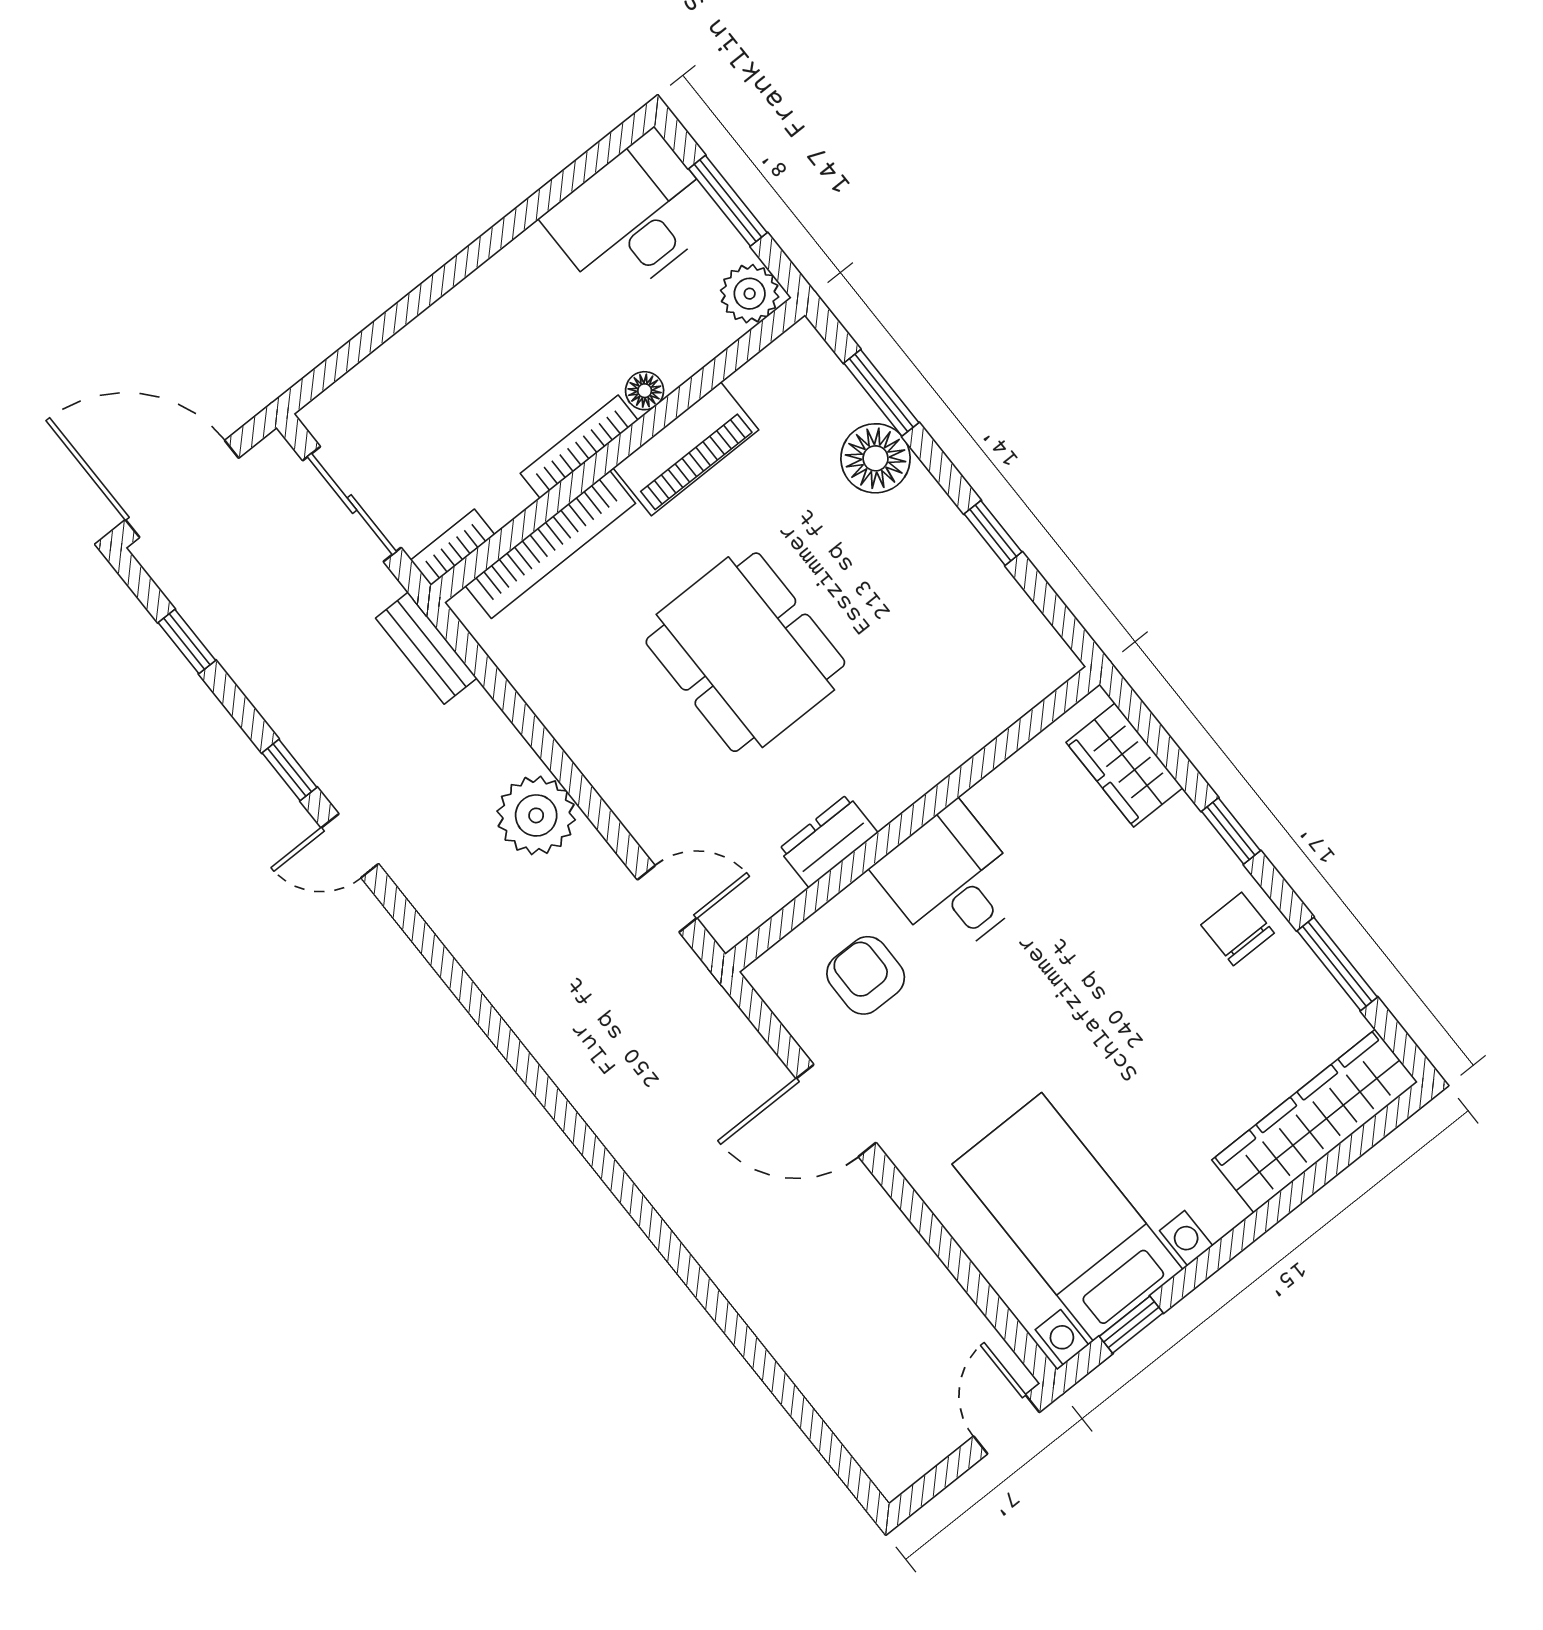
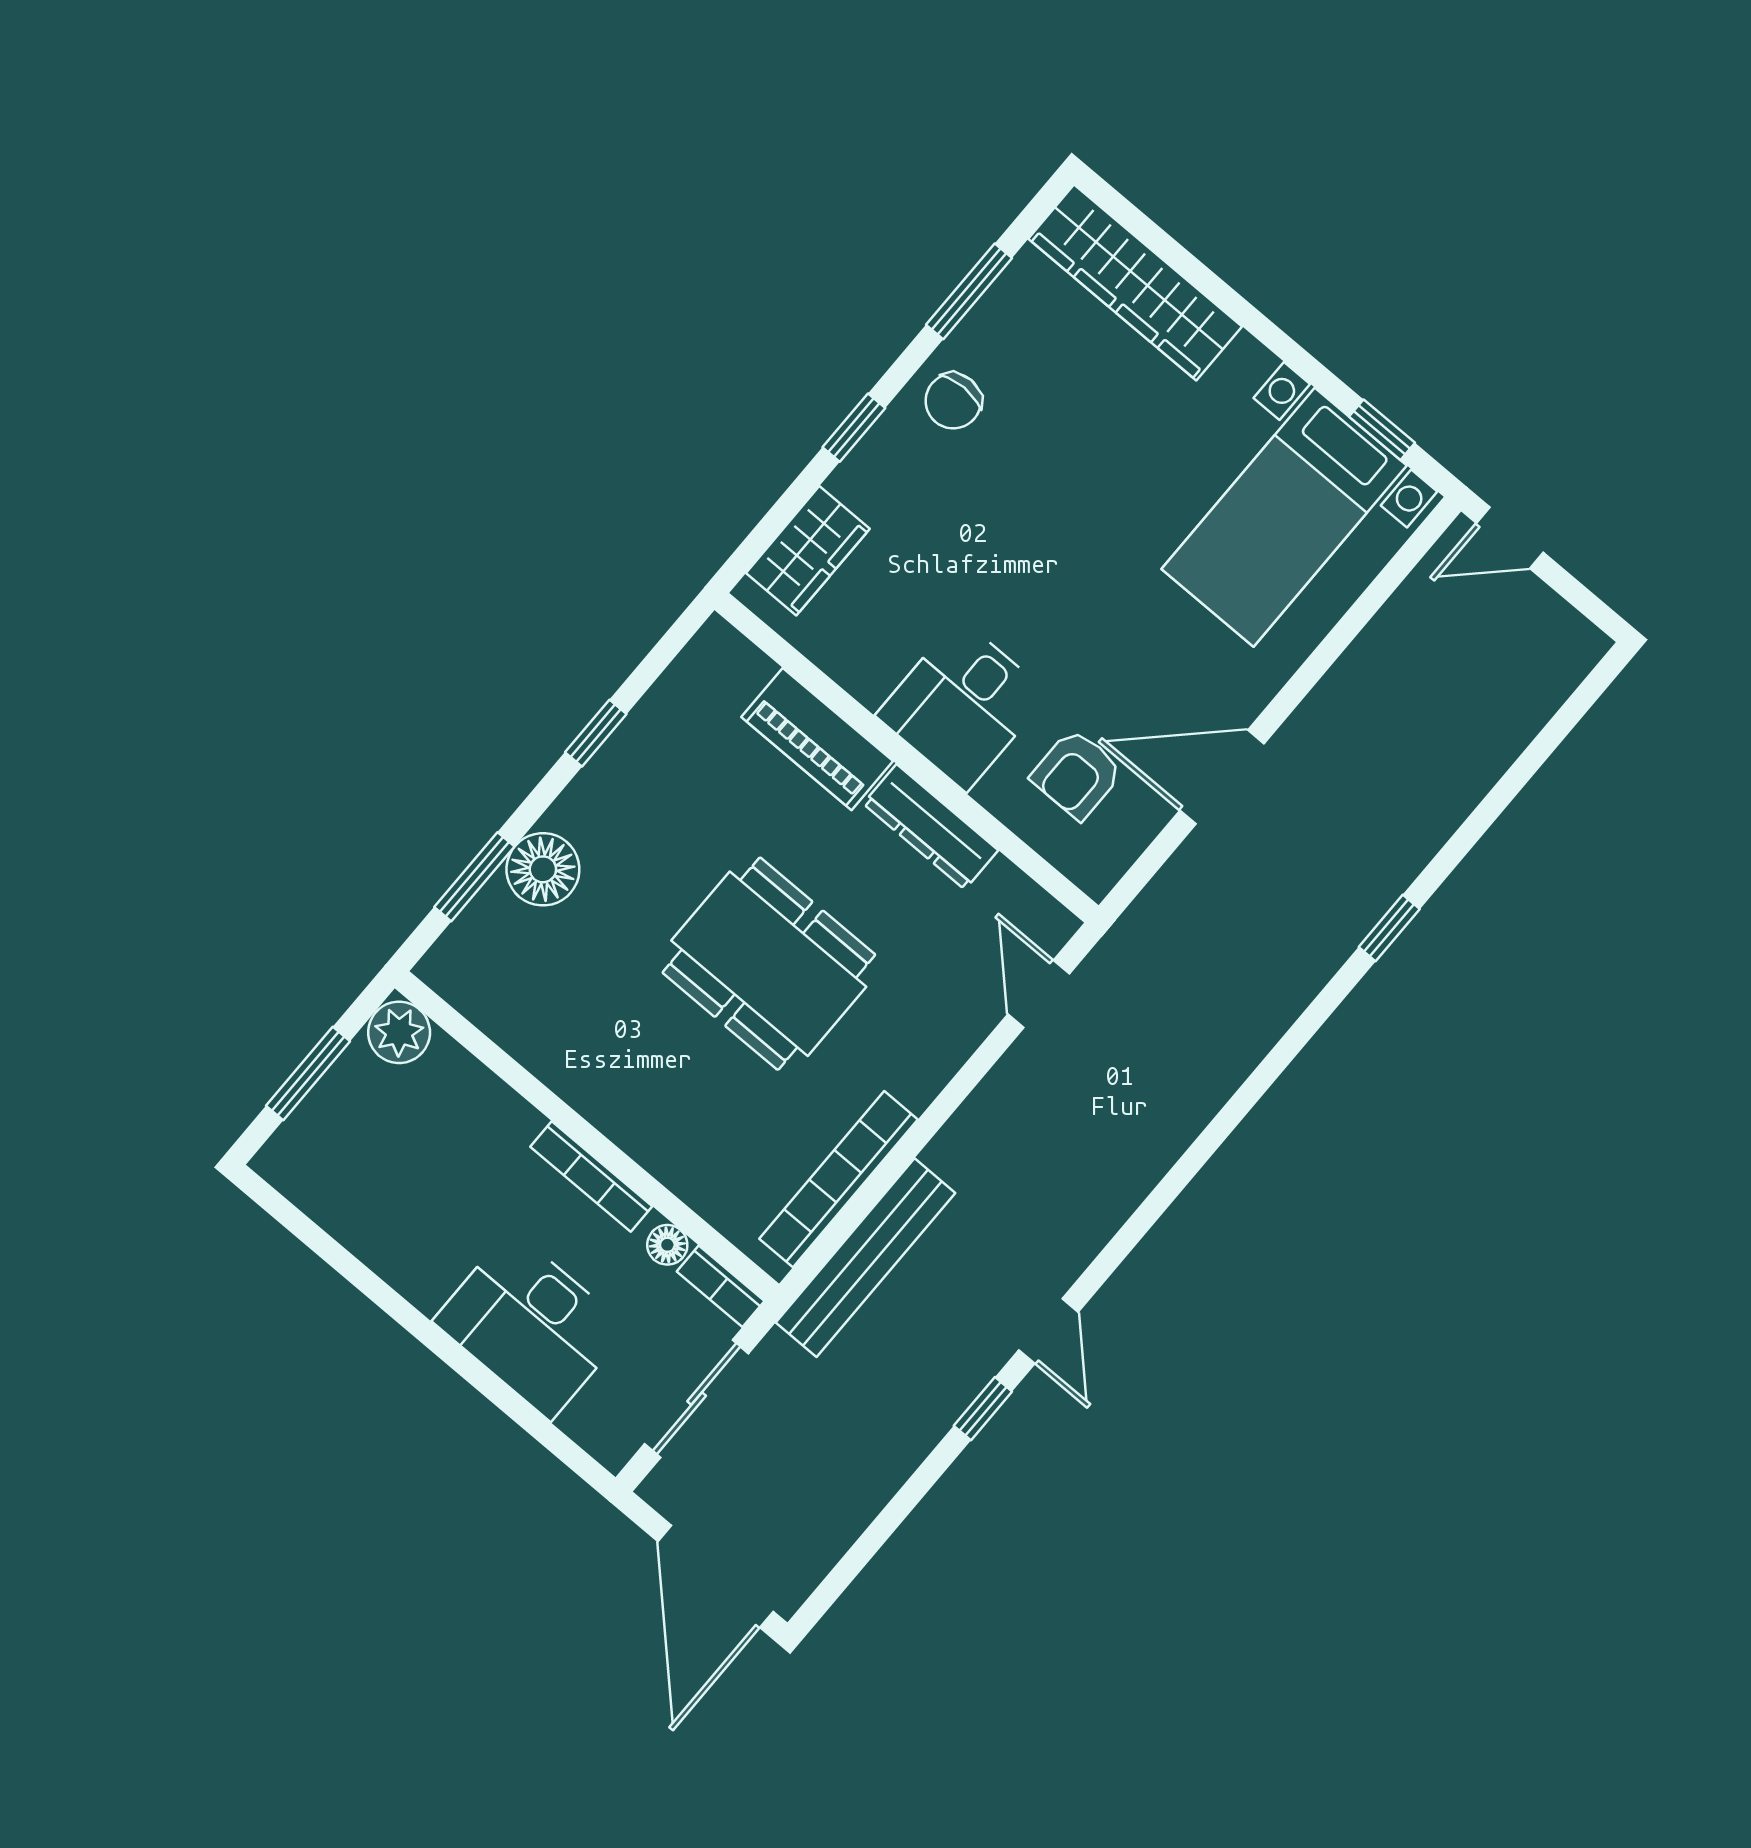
desk: (633, 218) -> (531, 1325), moved
floor lamp: (645, 391) -> (667, 1245), moved
piano: (686, 449) -> (817, 739), moved, turned 180
bookcase: (550, 545) -> (839, 1179), moved, turned -90
window: (187, 642) -> (1389, 928), moved
bench: (426, 648) -> (865, 1258), width x1.86, depth x1.21
dining table: (745, 652) -> (769, 964), turned 90
plant: (536, 815) -> (979, 1146), removed
dresser: (828, 841) -> (931, 827), width x1.44
door: (836, 1111) -> (1222, 777), swing flipped

